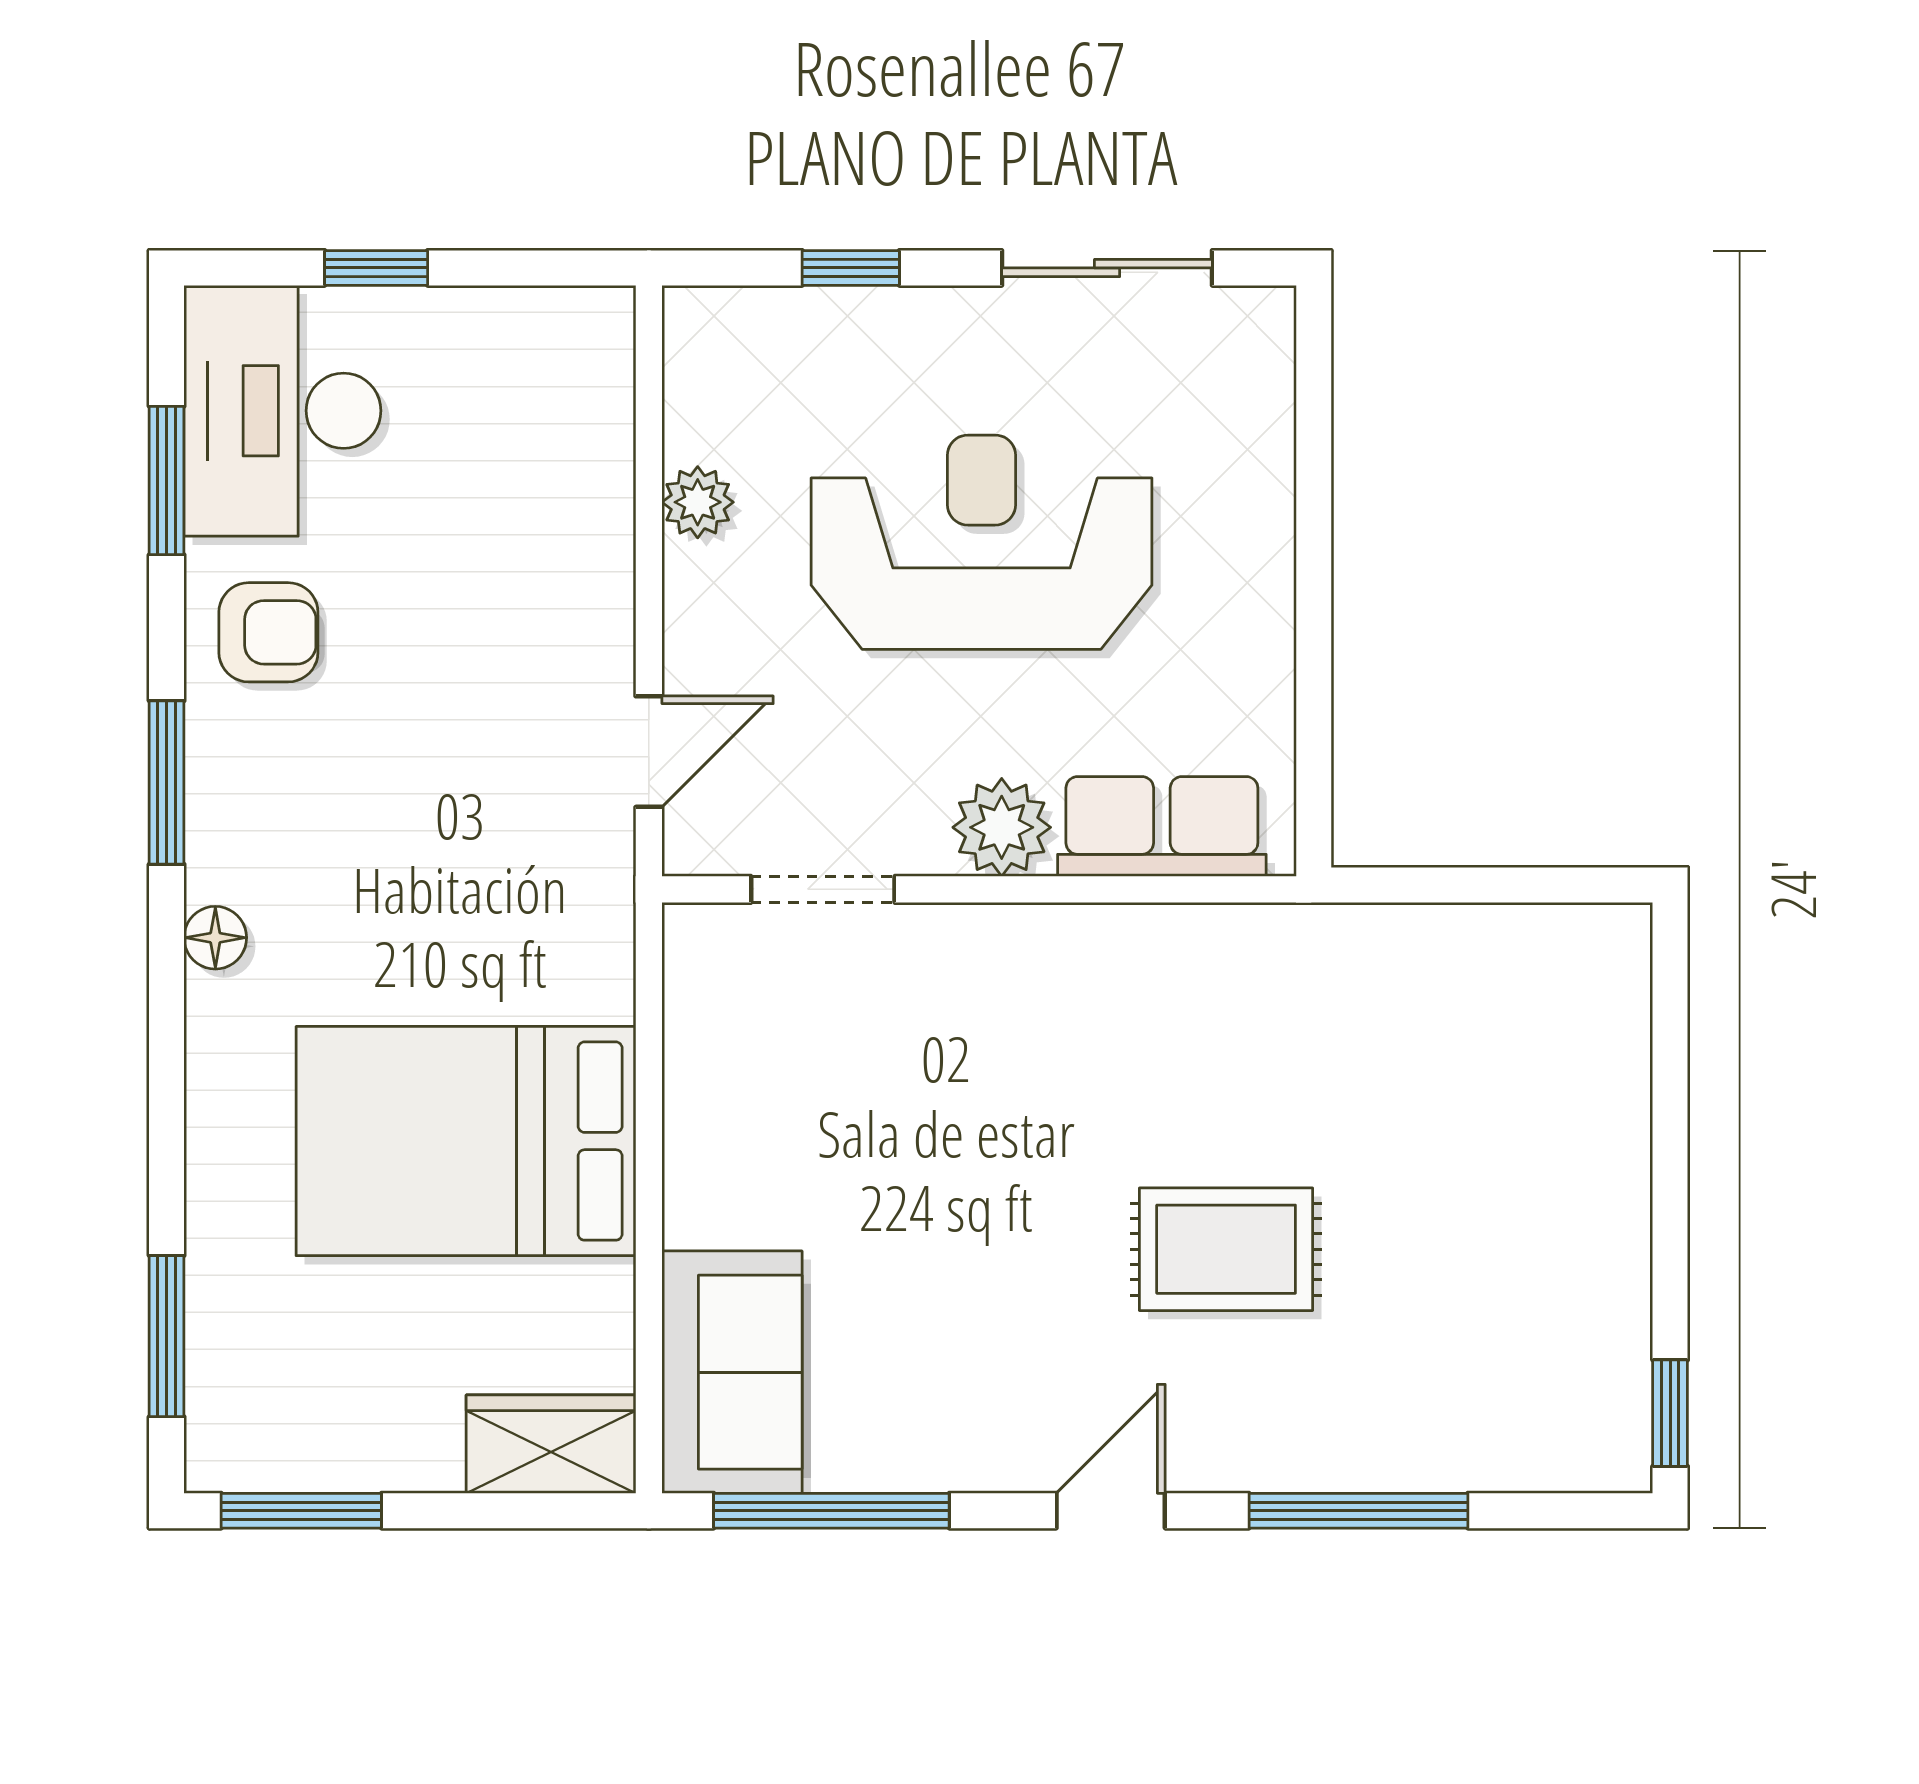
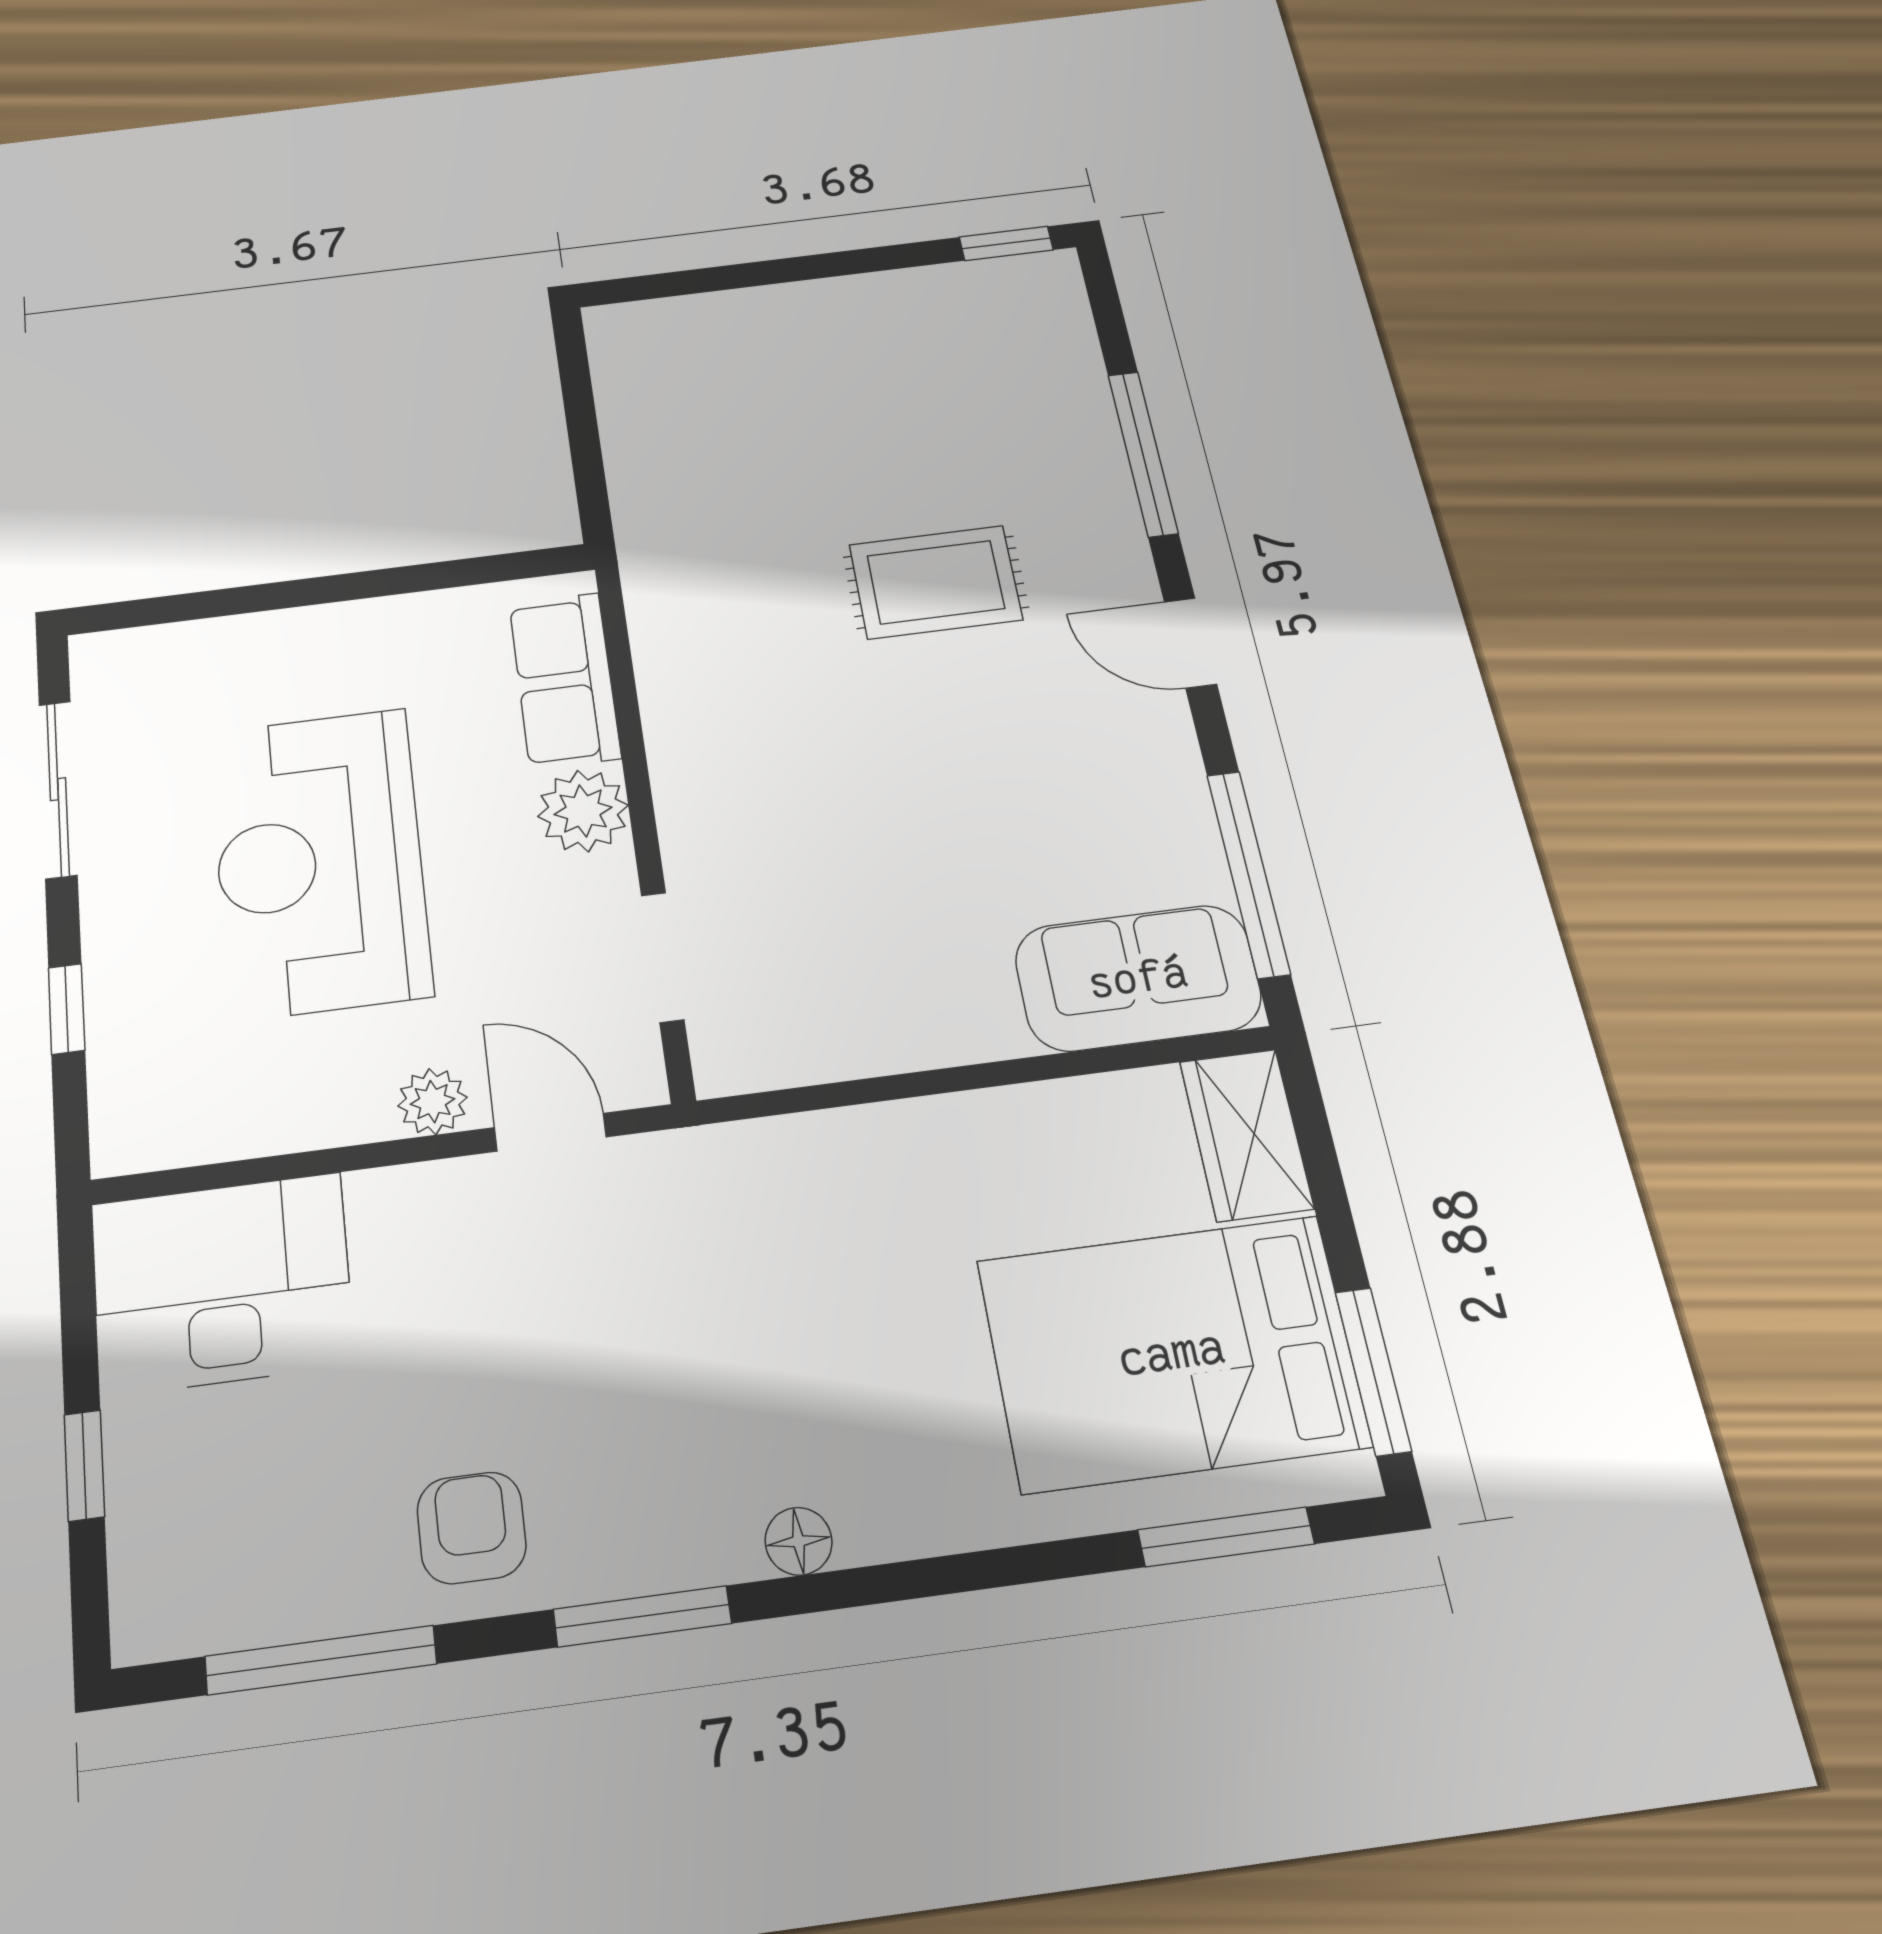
desk: (282, 411) -> (222, 1283), moved, turned 180
window: (167, 480) -> (321, 1660), width x1.44
plant: (698, 502) -> (433, 1102), moved
bed: (466, 1141) -> (1172, 1353), moved, turned 90
rug: (1226, 1249) -> (936, 582), turned 90

